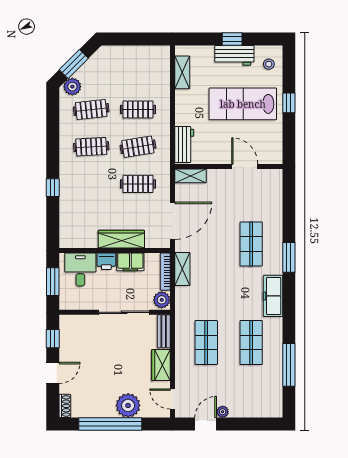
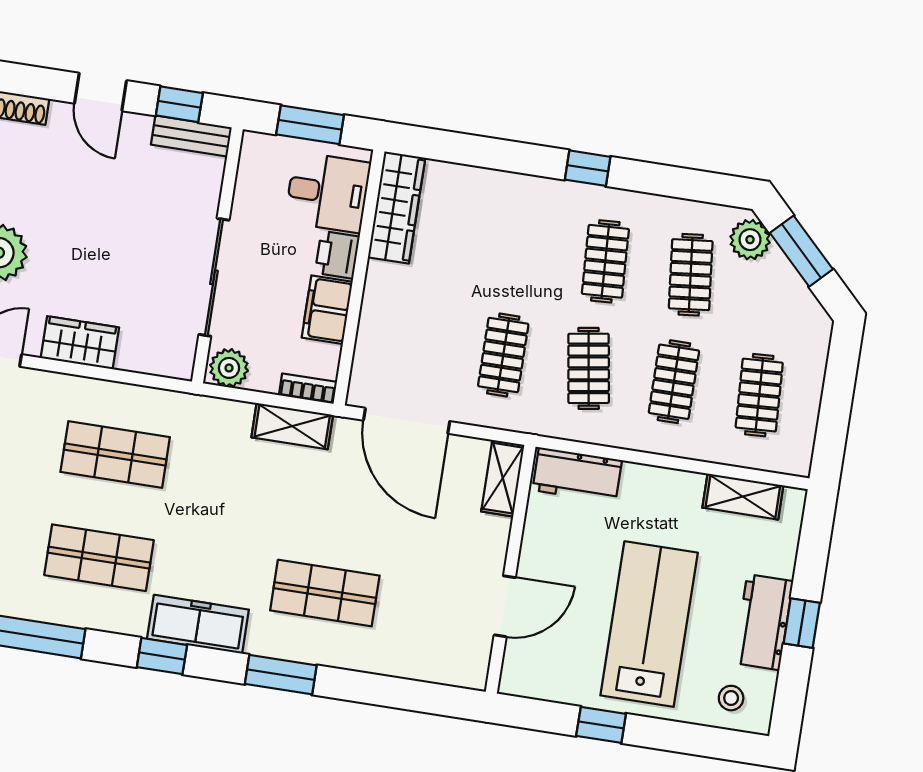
clothes rail: (138, 72) -> (759, 395), added
window: (289, 103) -> (601, 725), moved
window: (53, 188) -> (588, 168), moved
wardrobe: (121, 239) -> (397, 207), moved
bookcase: (165, 272) -> (308, 389), width x0.64
window: (289, 309) -> (162, 656), added
bench: (164, 331) -> (191, 136), moved

